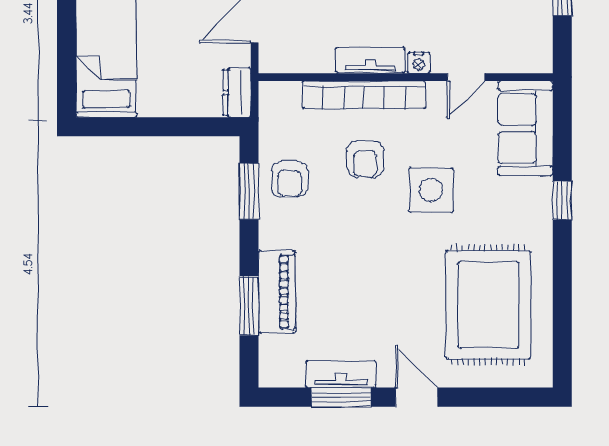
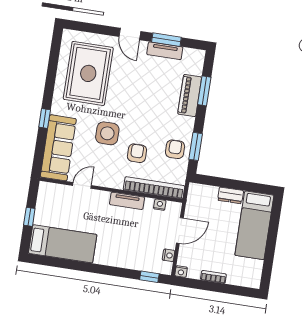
nightstand: (419, 63) -> (160, 205), moved
dresser: (237, 92) -> (231, 195), moved, turned 90
bookcase: (364, 95) -> (154, 188), moved
sofa: (525, 128) -> (58, 148), width x1.36

